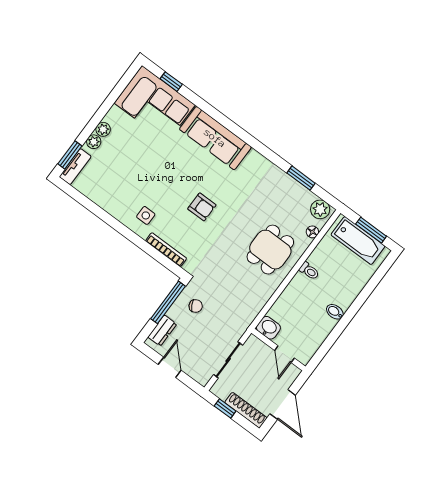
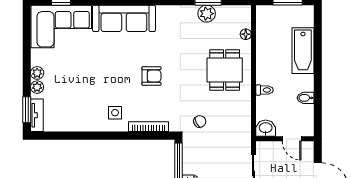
plant: (320, 209) -> (207, 14), moved
bathtub: (358, 241) -> (303, 51), moved, turned 90
toilet: (309, 271) -> (265, 90), moved
chair: (196, 306) -> (200, 121), moved
bidet: (335, 312) -> (305, 98), moved

